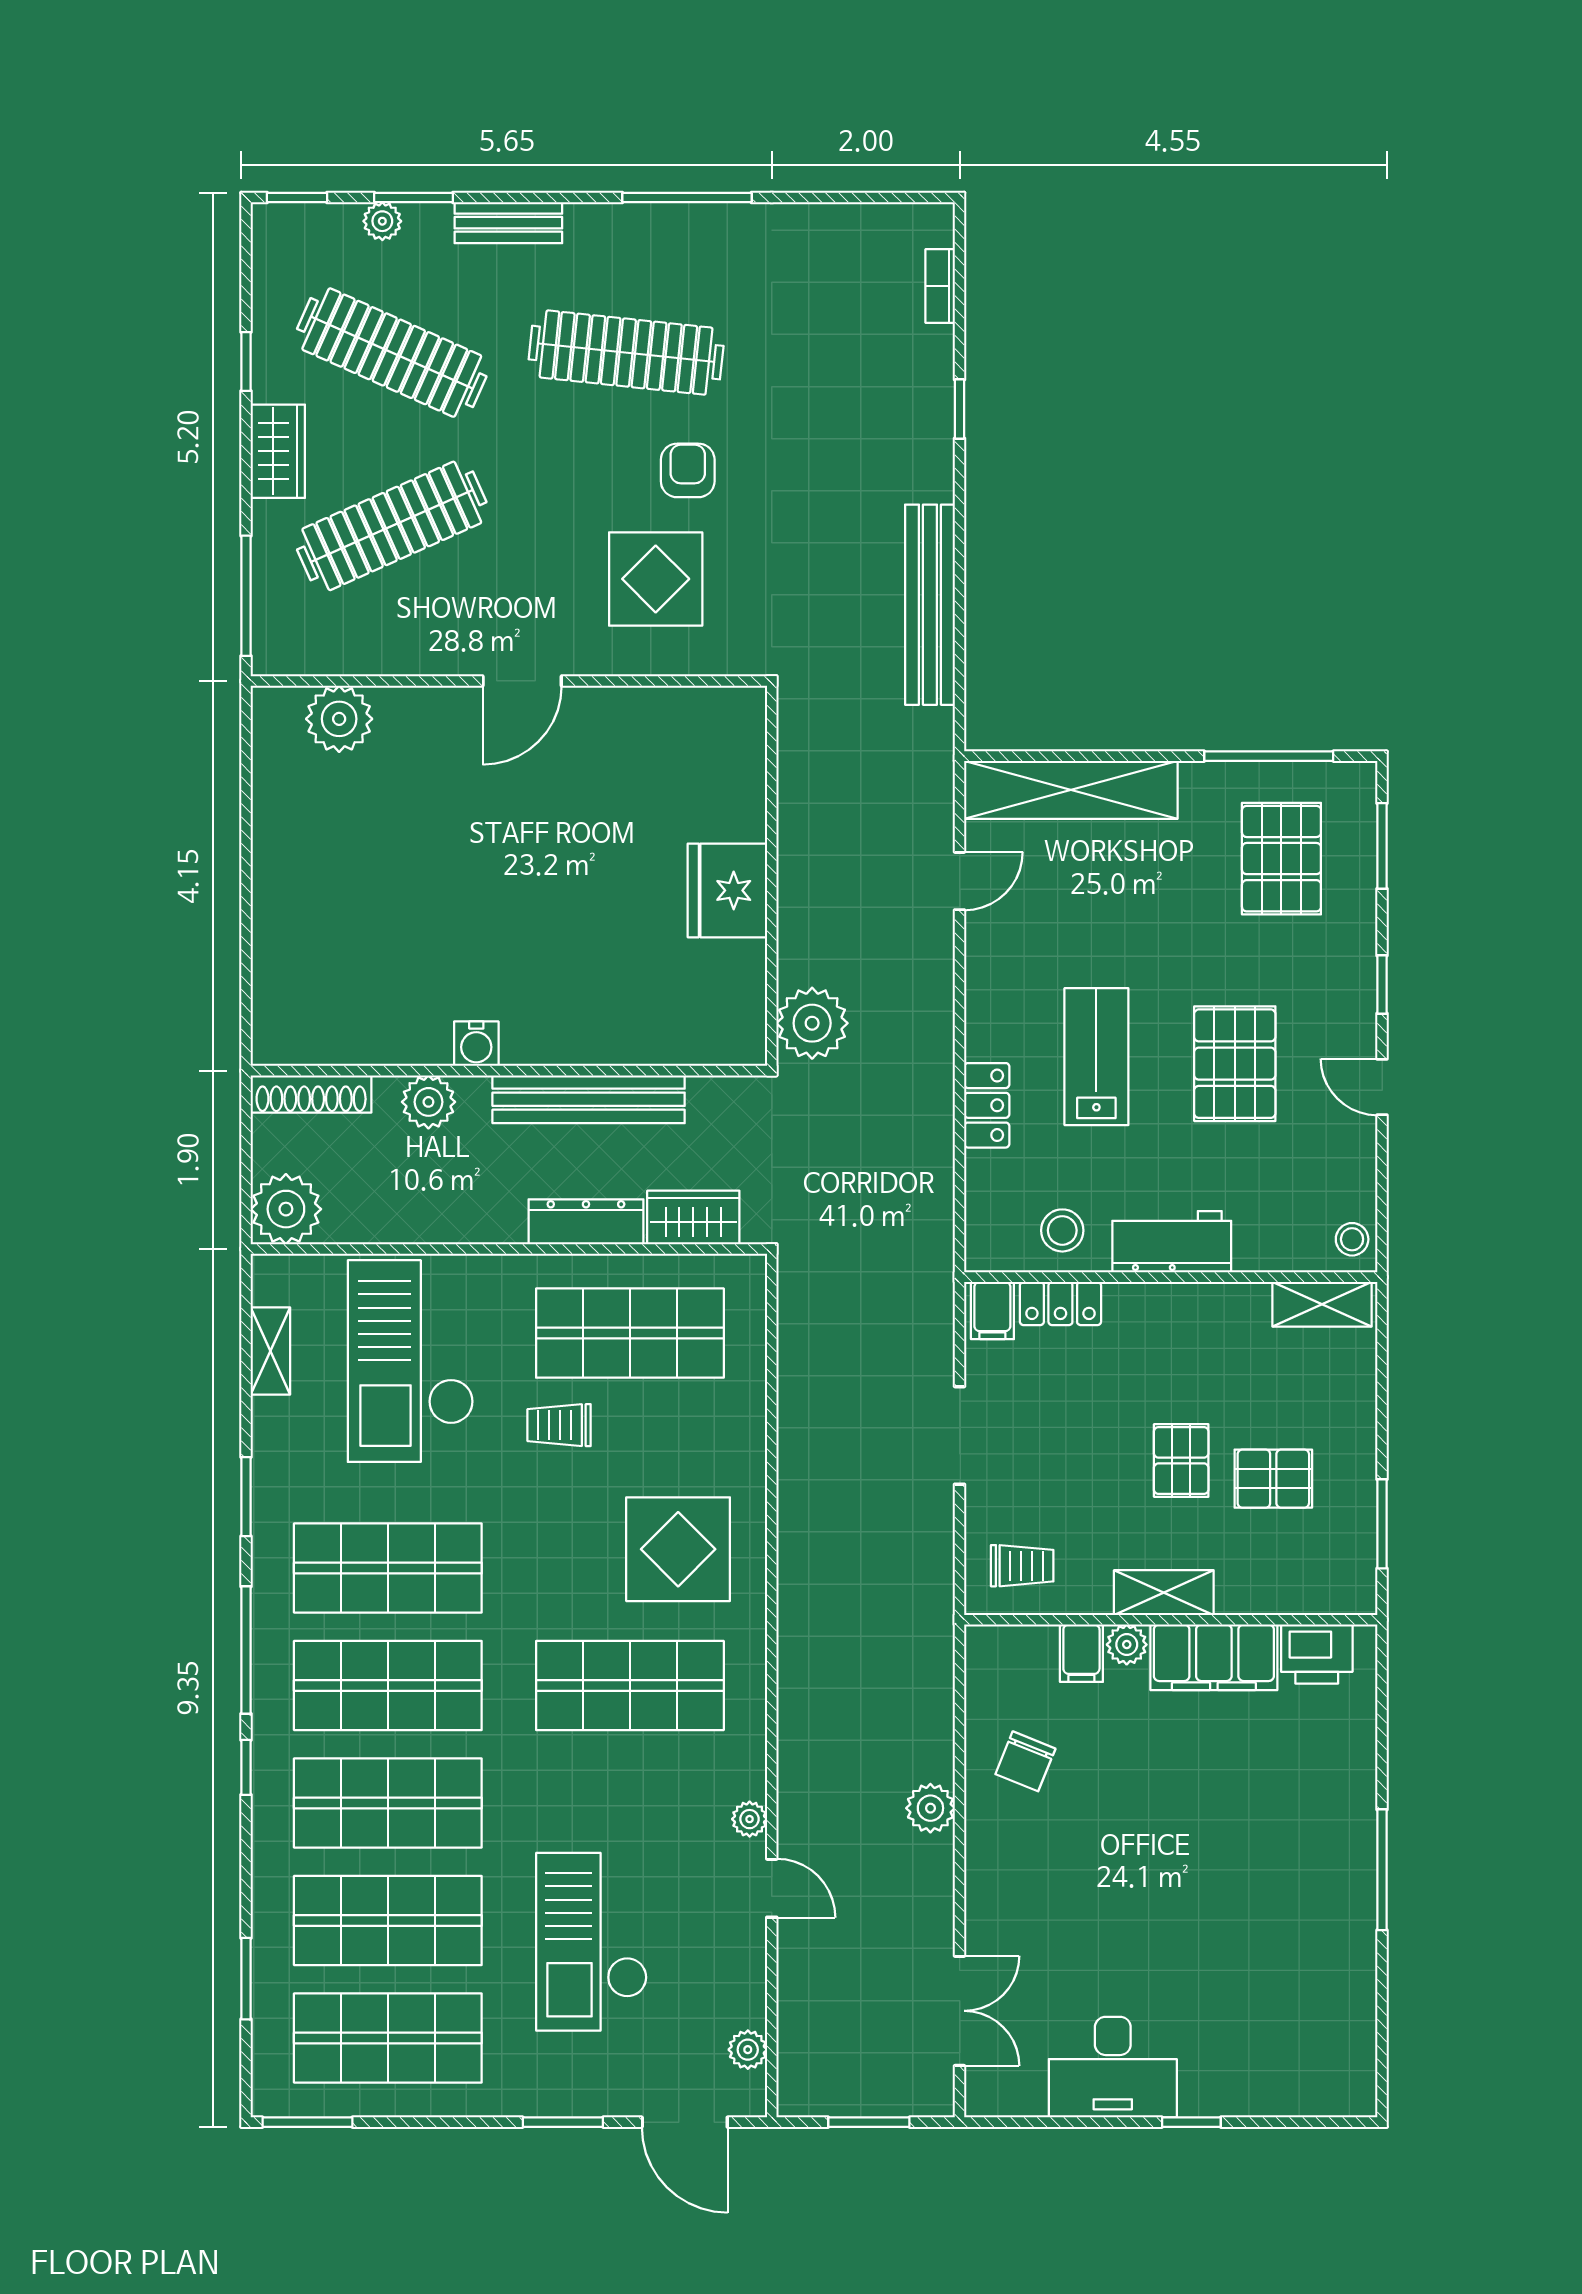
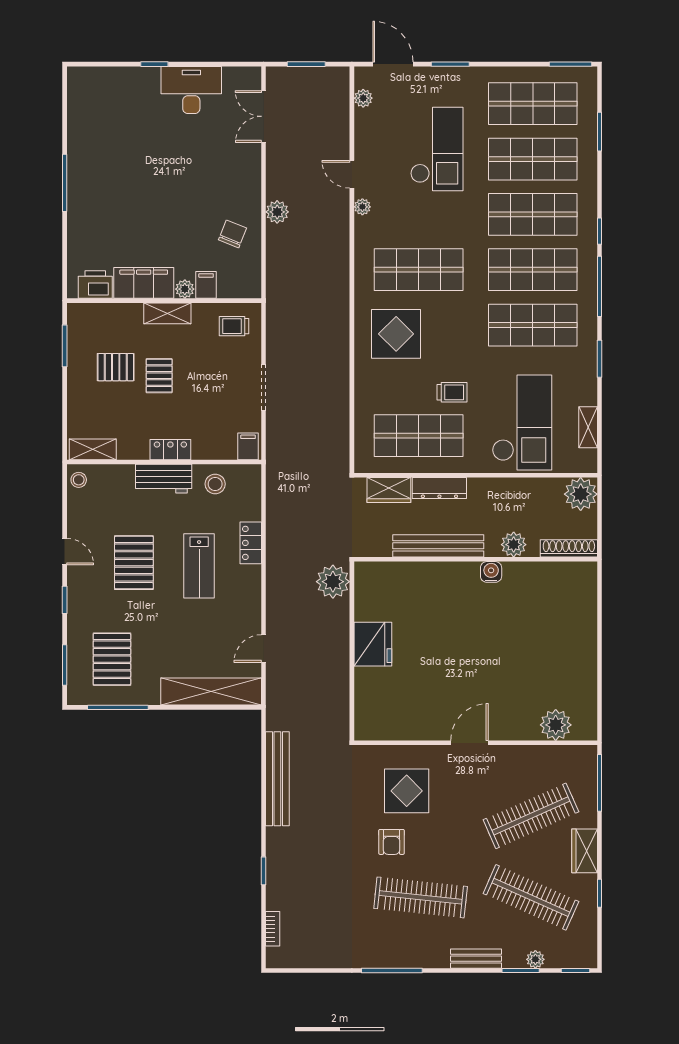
locker: (1060, 1303) -> (170, 450), moved

